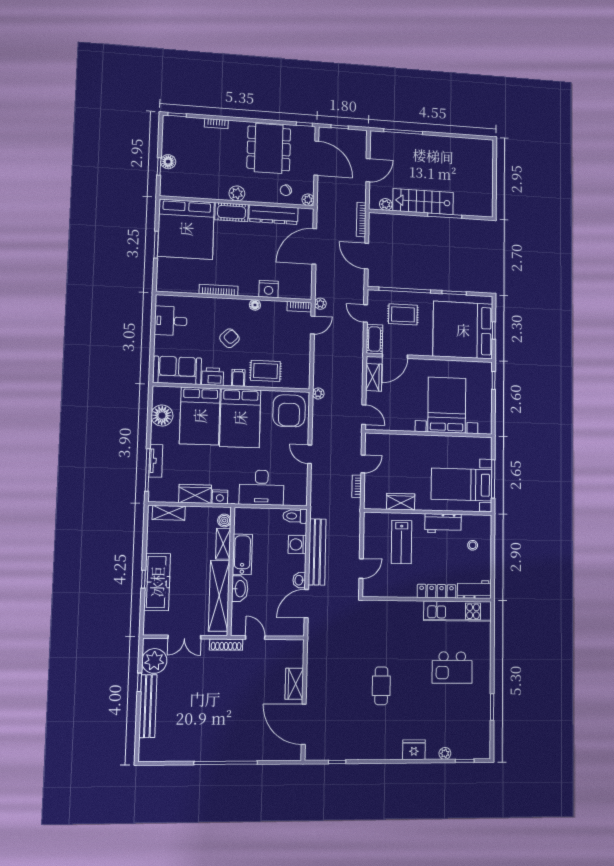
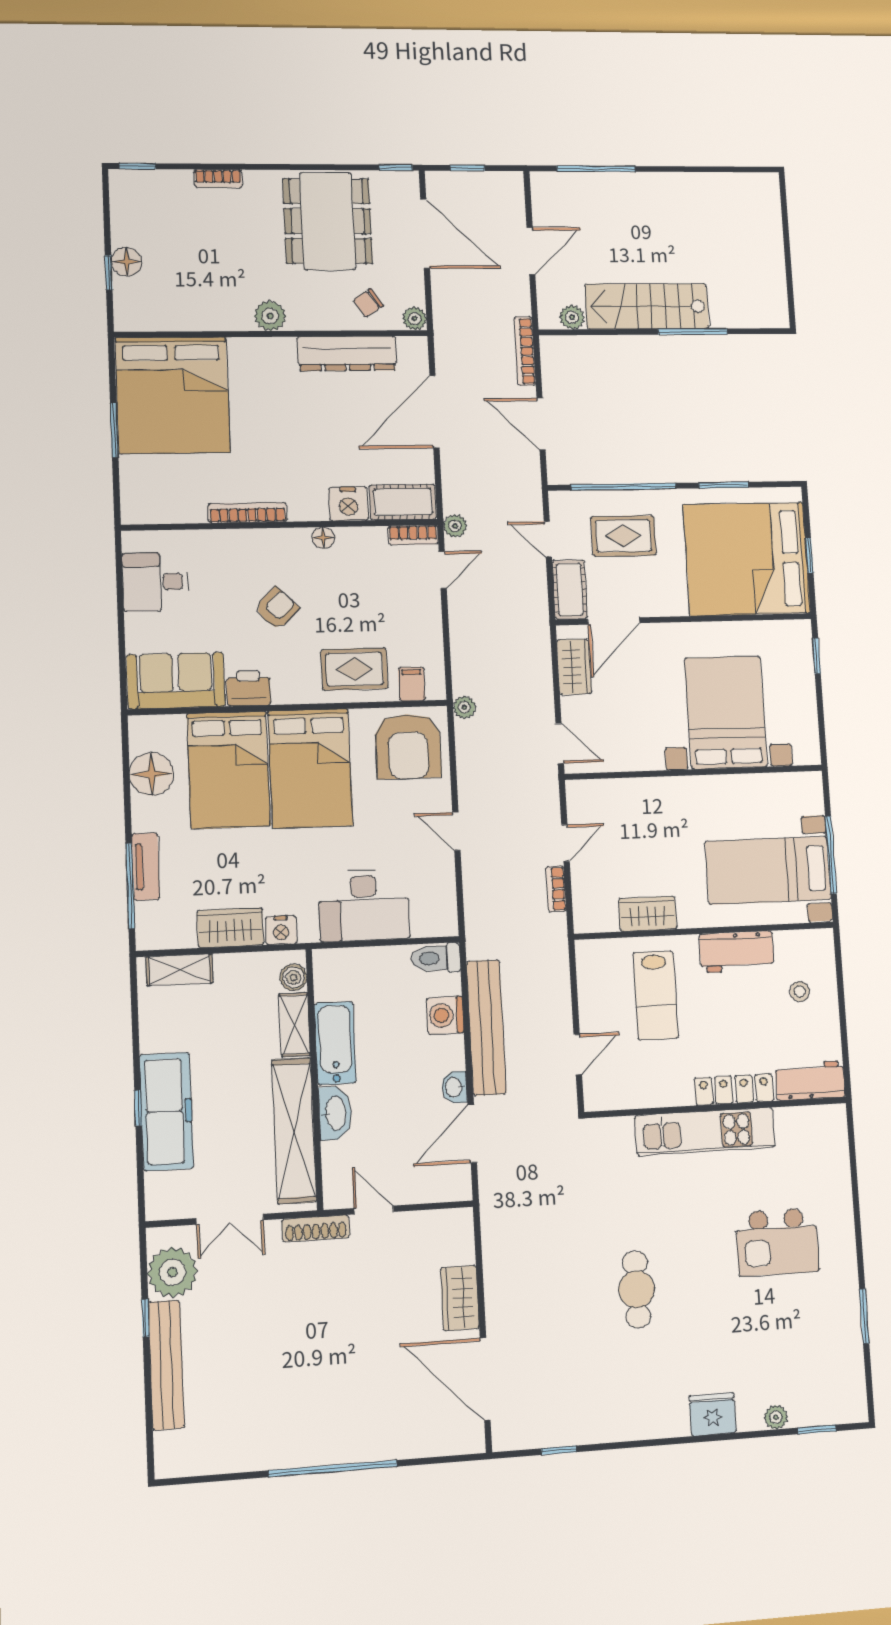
cot: (231, 212) -> (403, 502), moved
filing cabinet: (238, 378) -> (412, 684), moved
kitchen unit: (458, 611) -> (705, 1131), moved

